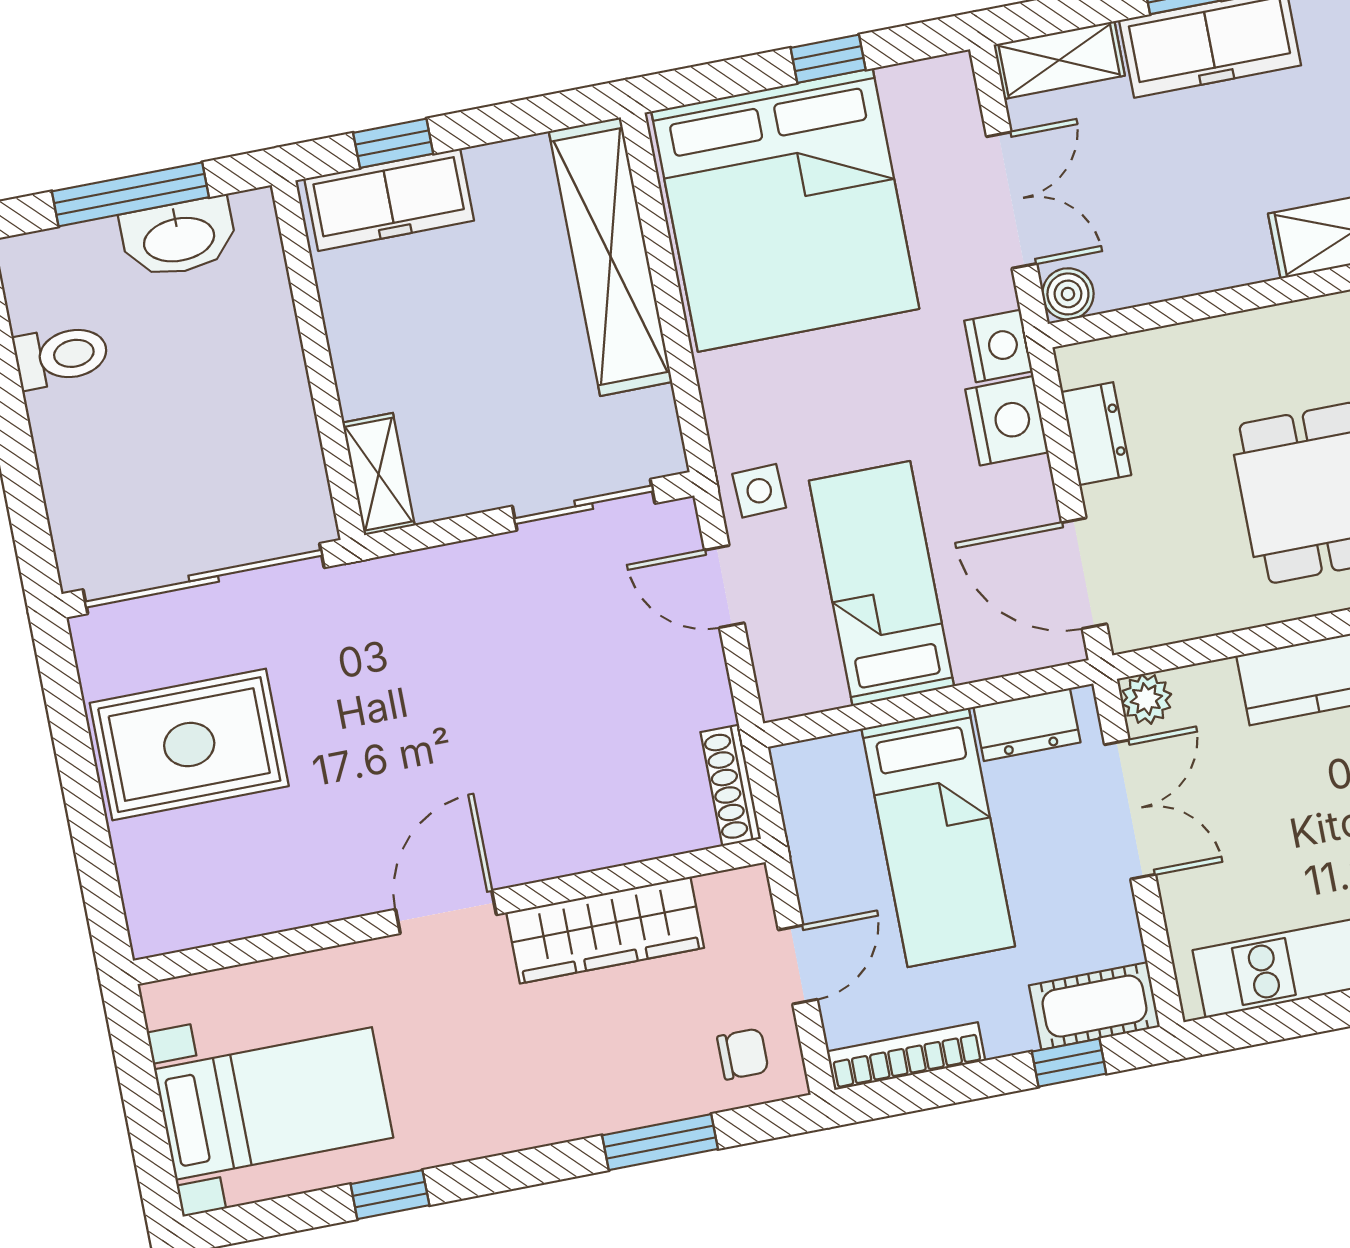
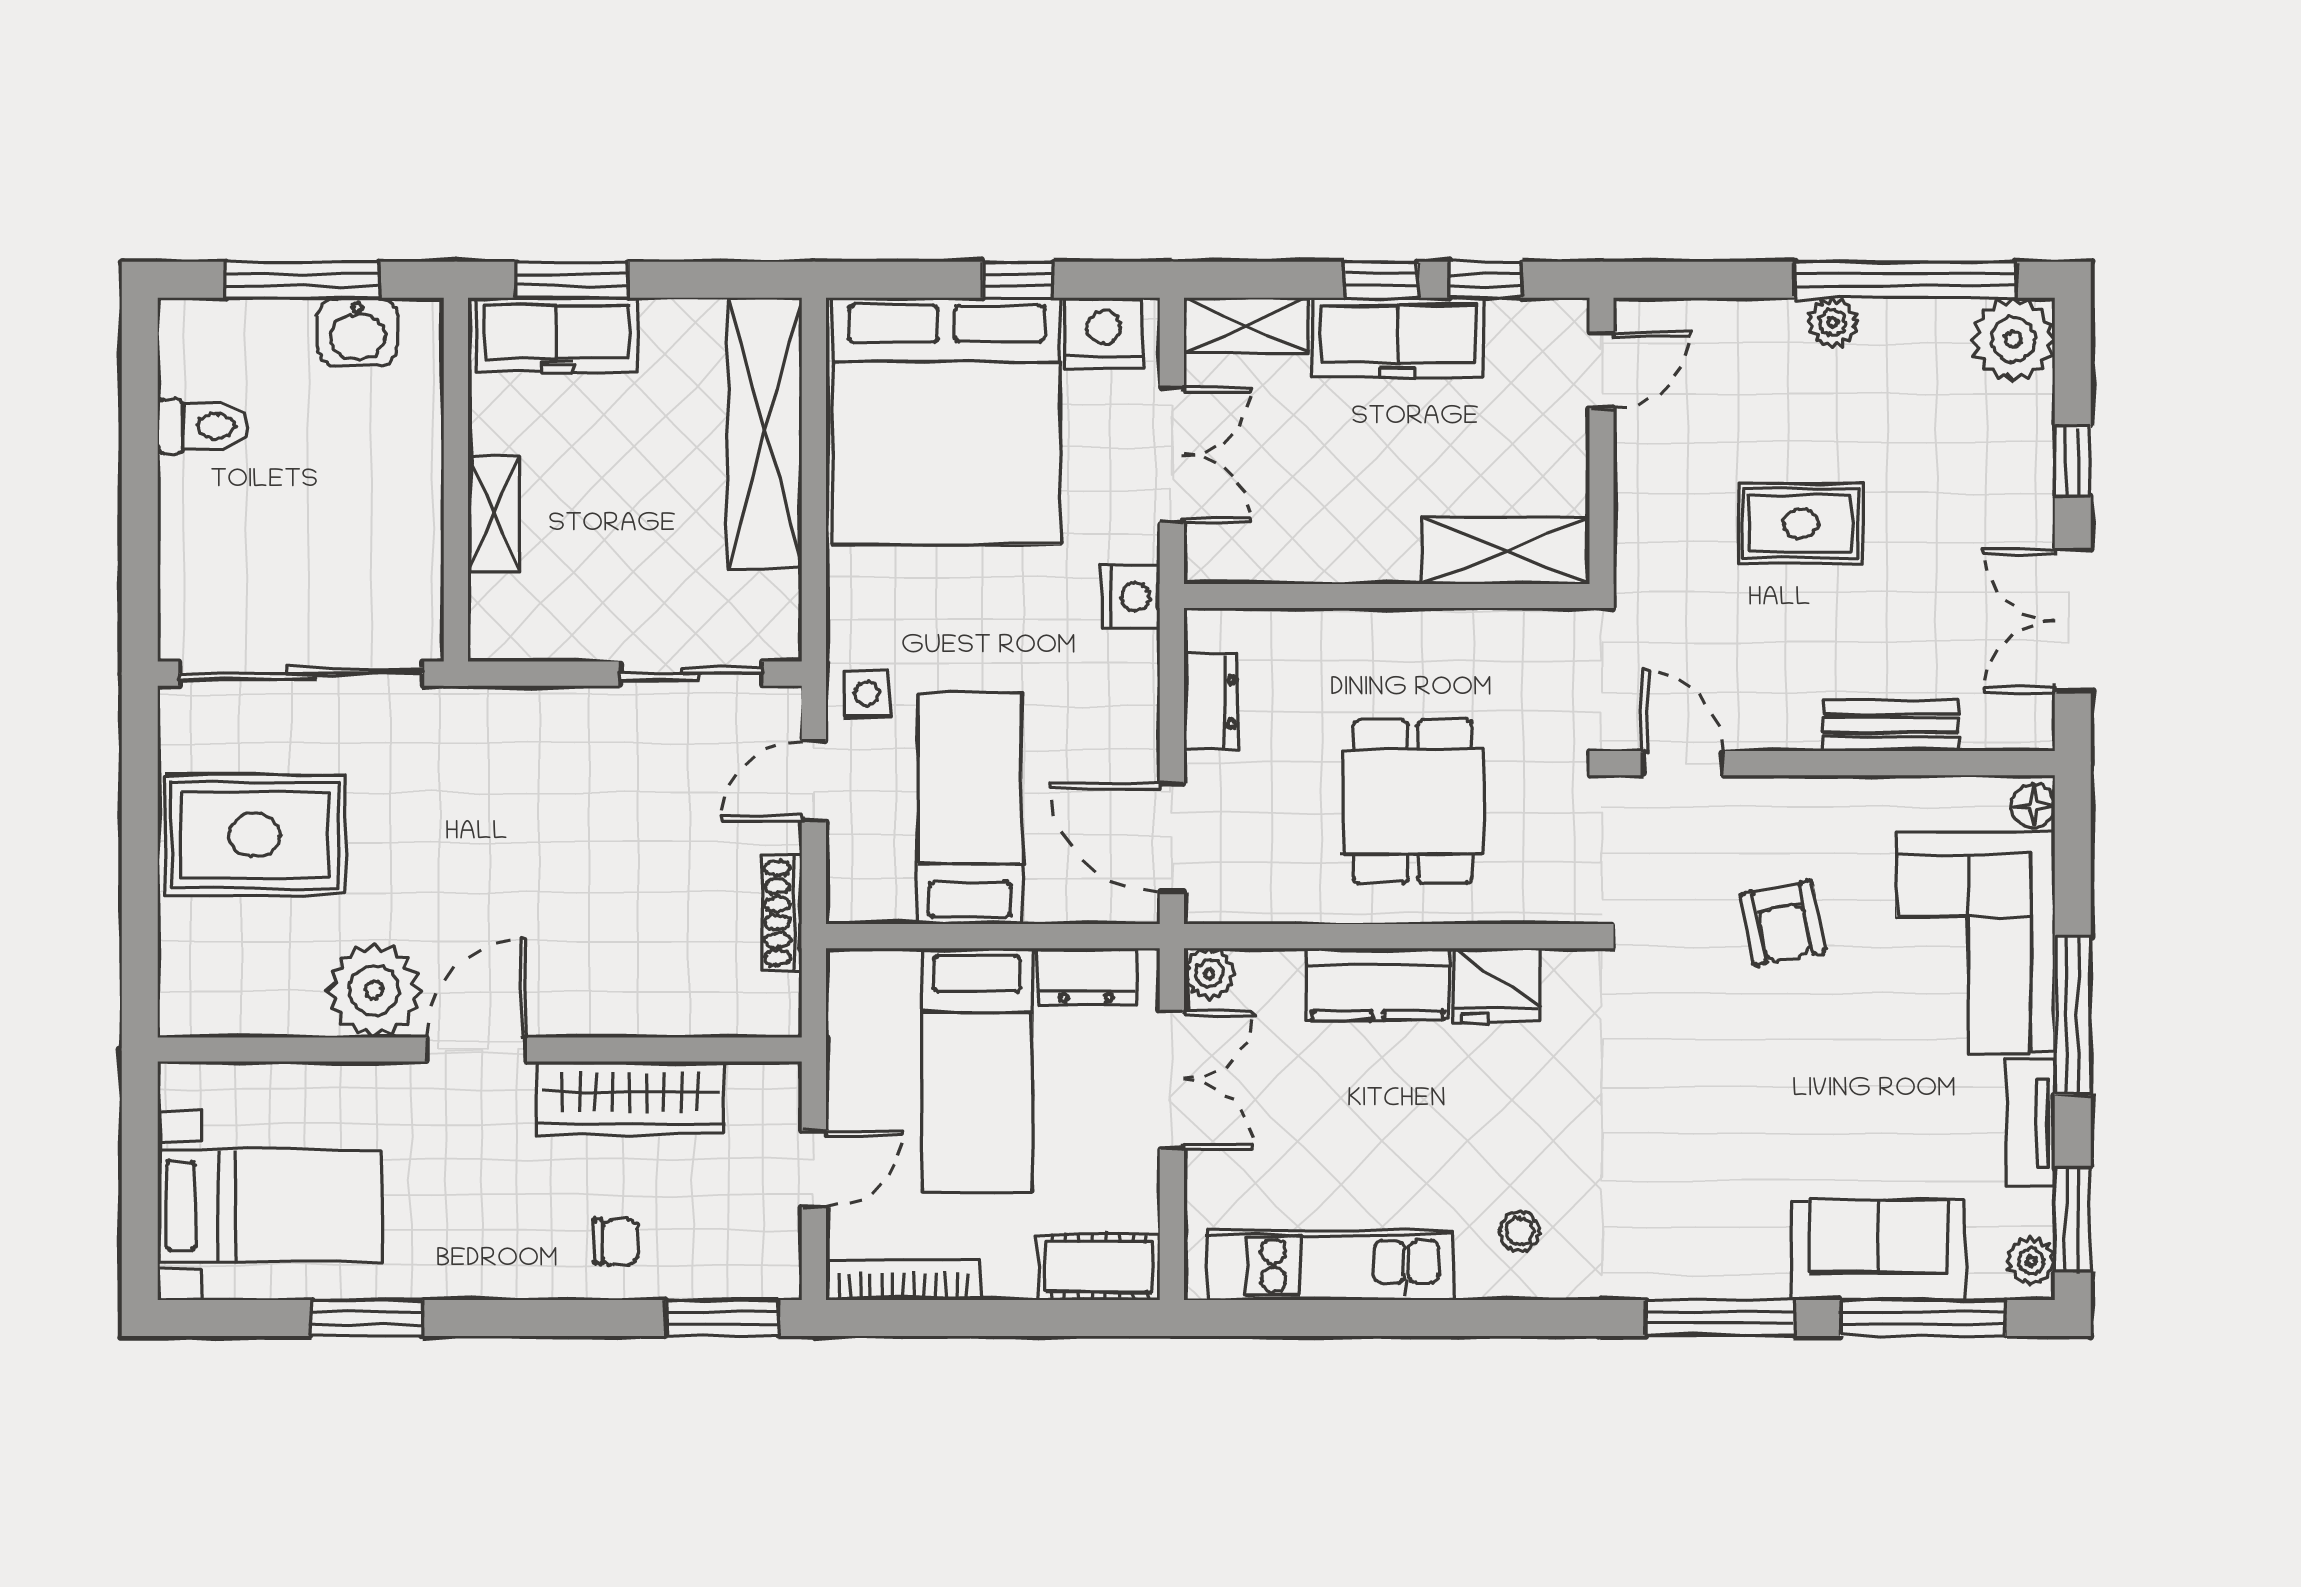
window: (393, 143) -> (572, 280), width x1.50
washbasin: (179, 238) -> (357, 332), width x0.72
boiler: (1068, 294) -> (1210, 558), removed
nightstand: (1007, 421) -> (1104, 333), moved, turned -90
shelving: (379, 474) -> (494, 514), moved
door: (724, 586) -> (814, 781), hinge flipped
shoe rack: (731, 785) -> (782, 913), moved
plant: (335, 874) -> (374, 990), added
chair: (743, 1054) -> (616, 1242), moved
window: (1069, 1063) -> (1063, 1318), removed
window: (660, 1142) -> (722, 1318), moved
window: (390, 1195) -> (367, 1318), width x1.50

